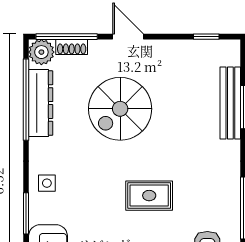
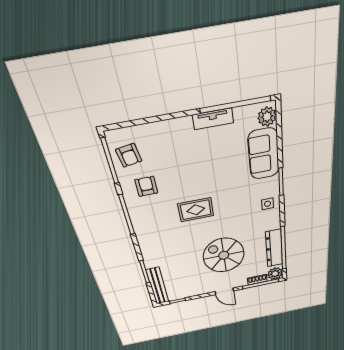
bench: (230, 103) -> (158, 286), moved
spiral stairs: (120, 109) -> (224, 255), turned -90

